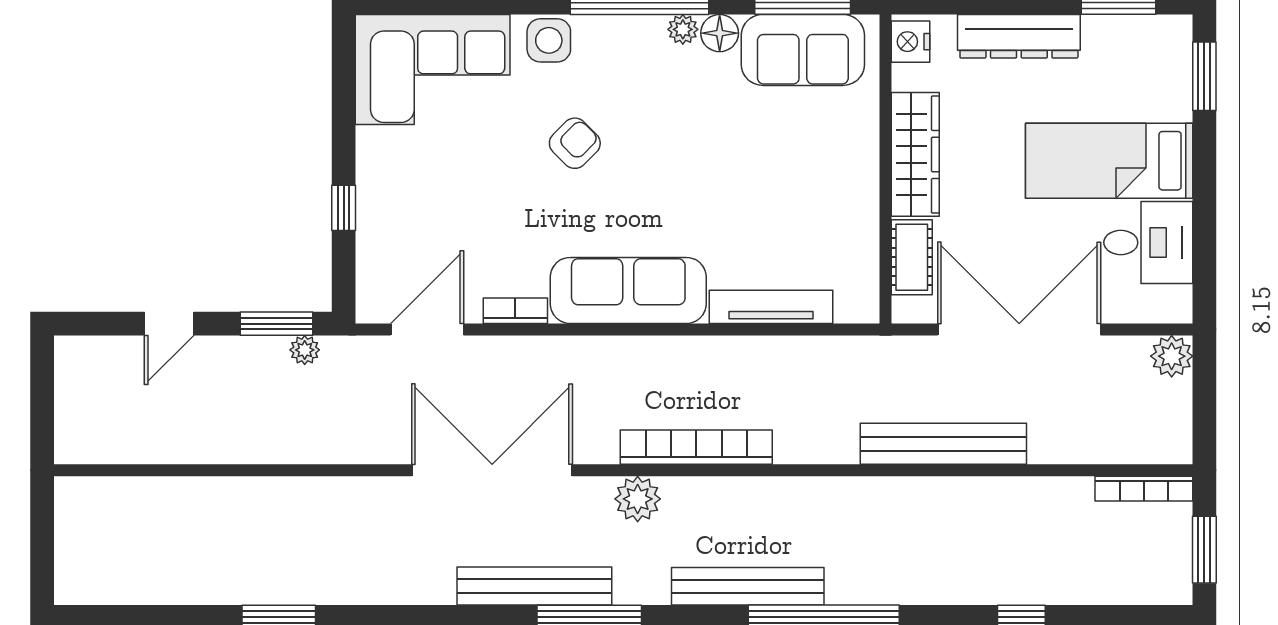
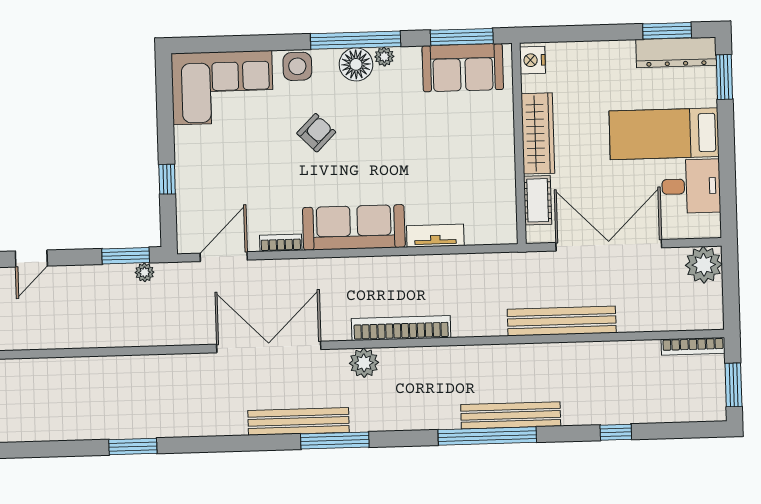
floor lamp: (720, 33) -> (356, 64), moved, width x1.38, depth x1.38
dresser: (1019, 36) -> (676, 52), moved
tv unit: (771, 307) -> (435, 236), width x0.71
door: (169, 324) -> (31, 259), moved
plant: (1172, 356) -> (704, 265), width x1.36, depth x1.36
bench: (748, 586) -> (511, 415), moved

